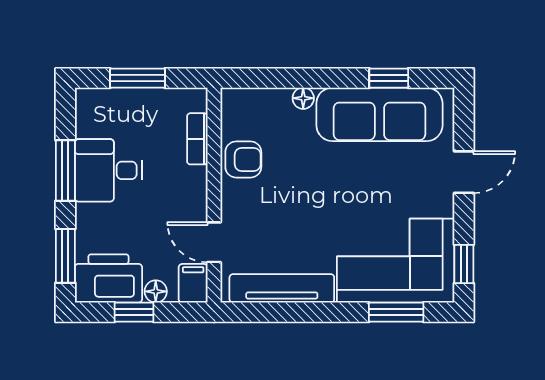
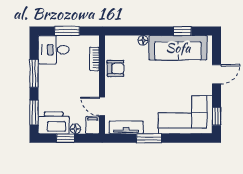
desk: (108, 170) -> (54, 50), moved
tv unit: (282, 288) -> (126, 127), width x0.71
window: (396, 312) -> (149, 138), moved

